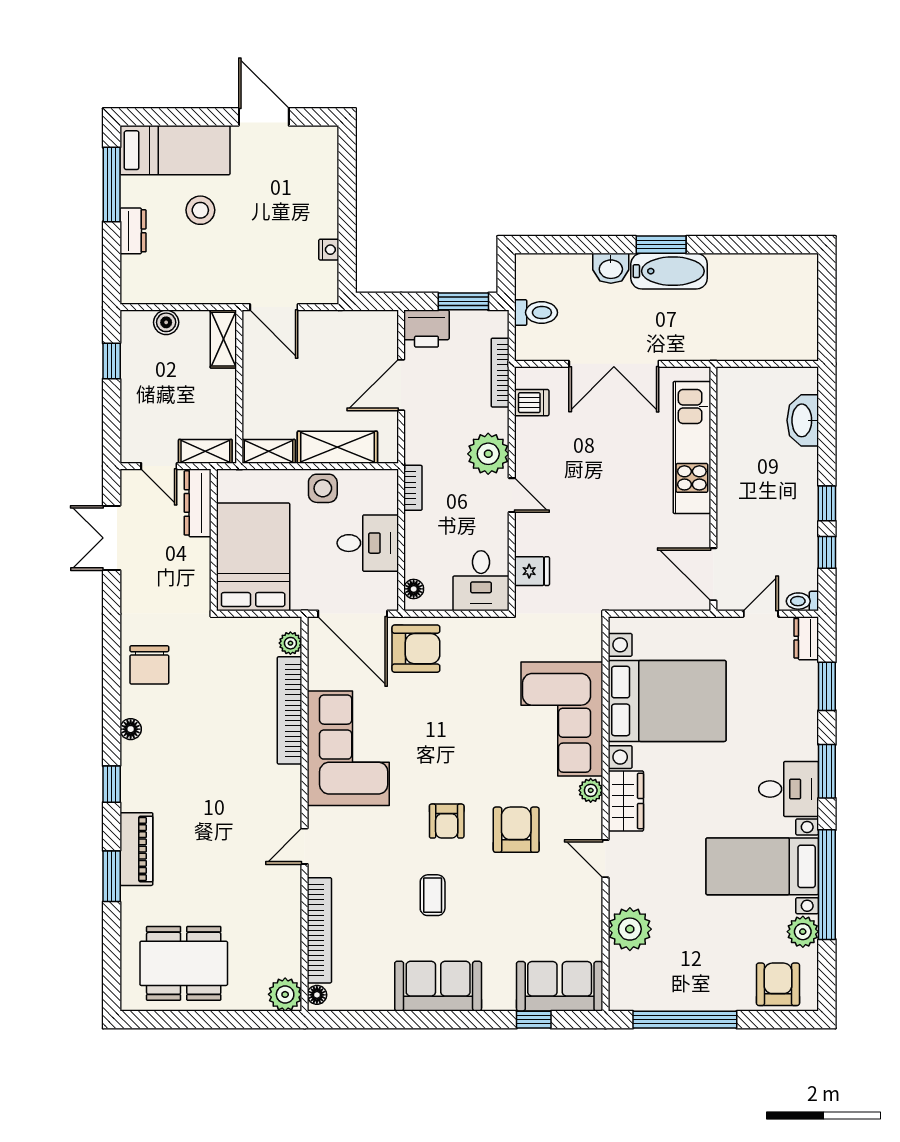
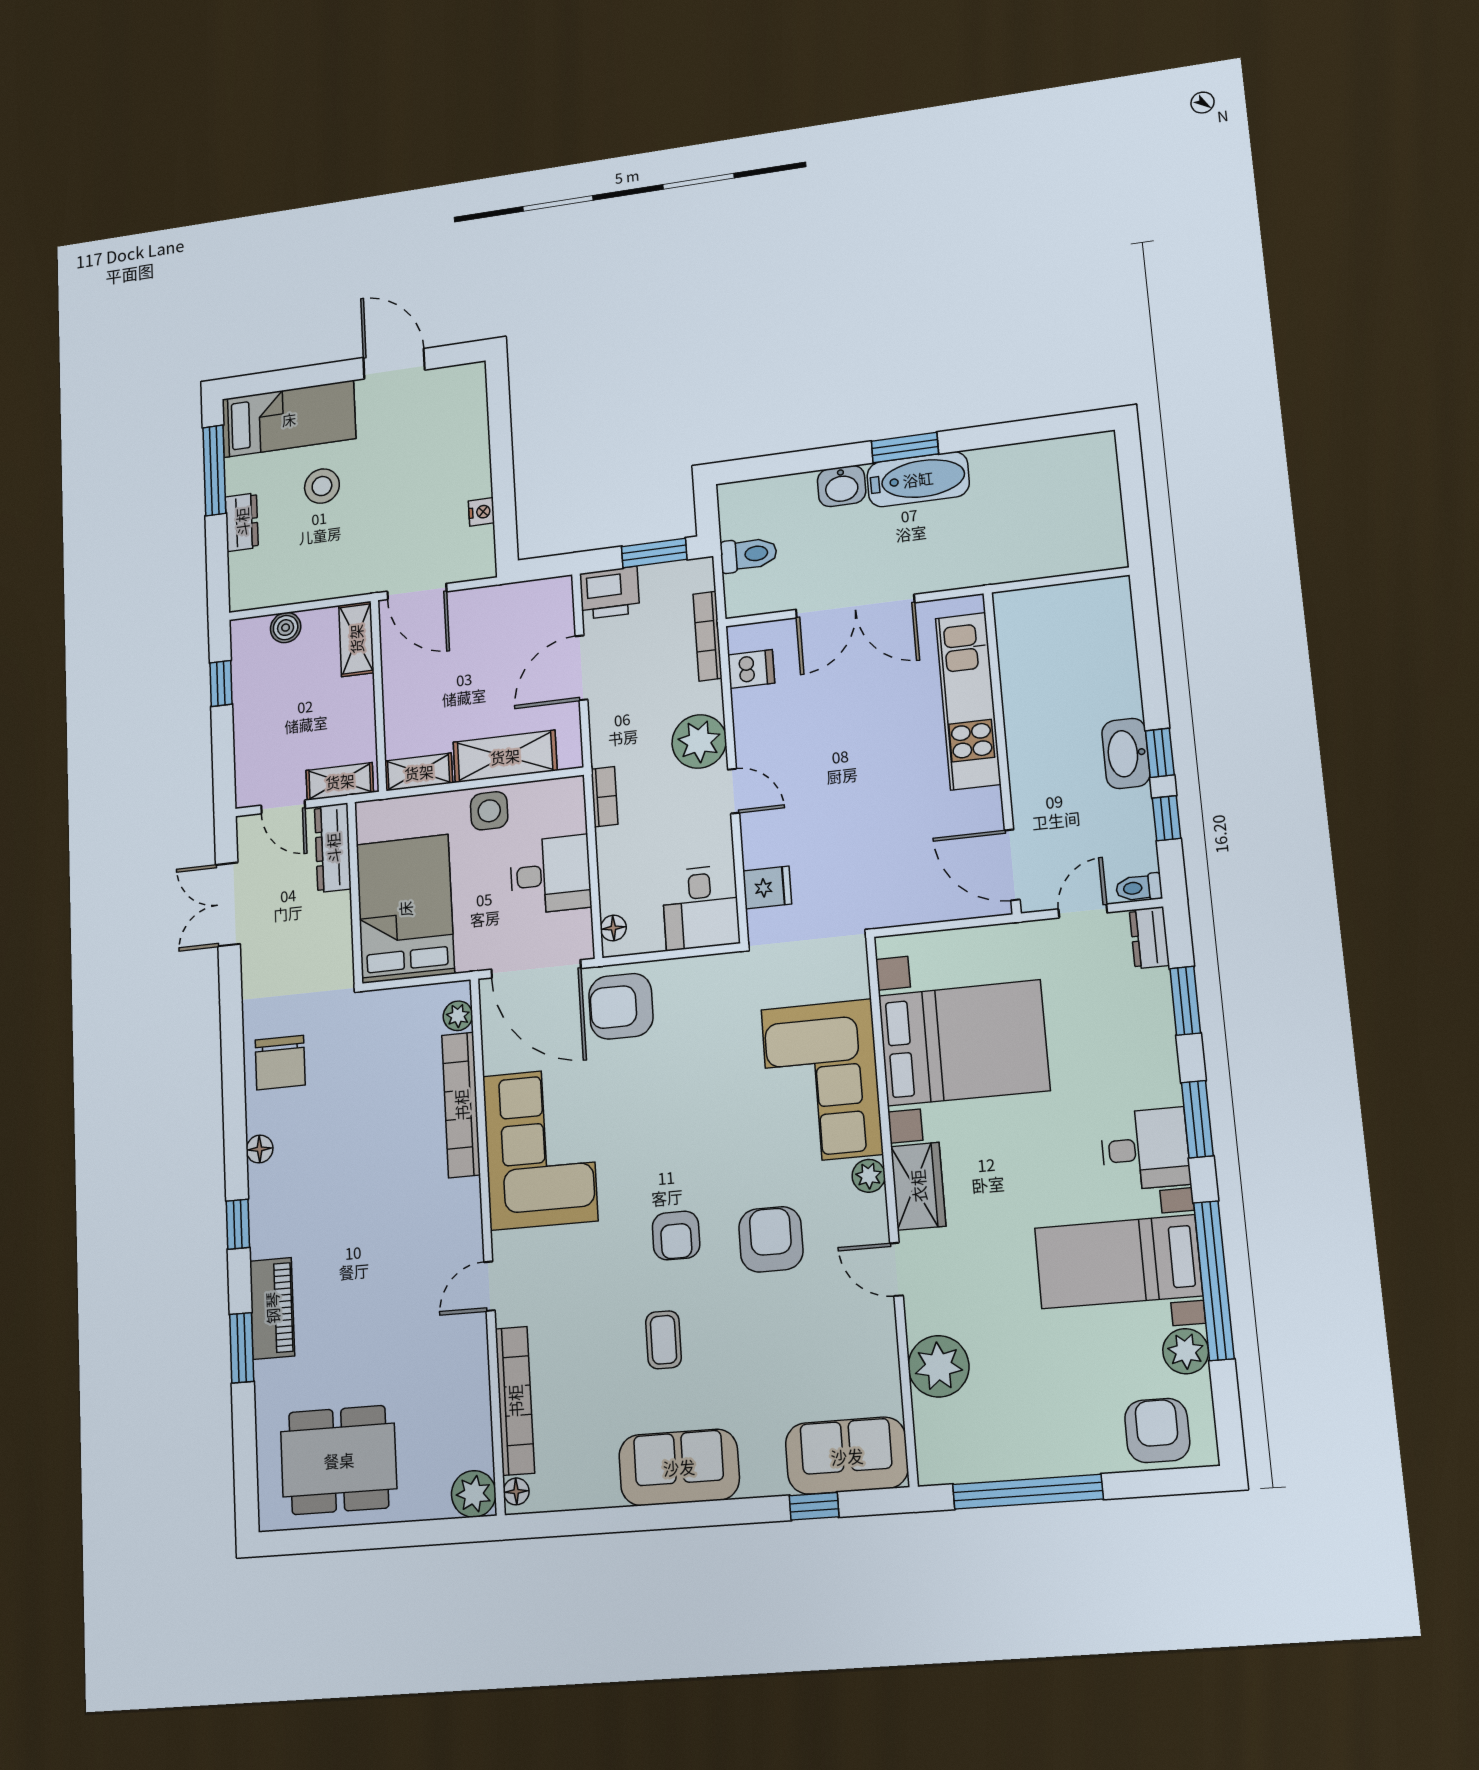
washbasin: (803, 420) -> (1126, 753), moved
armchair: (416, 649) -> (621, 1006), turned 180

